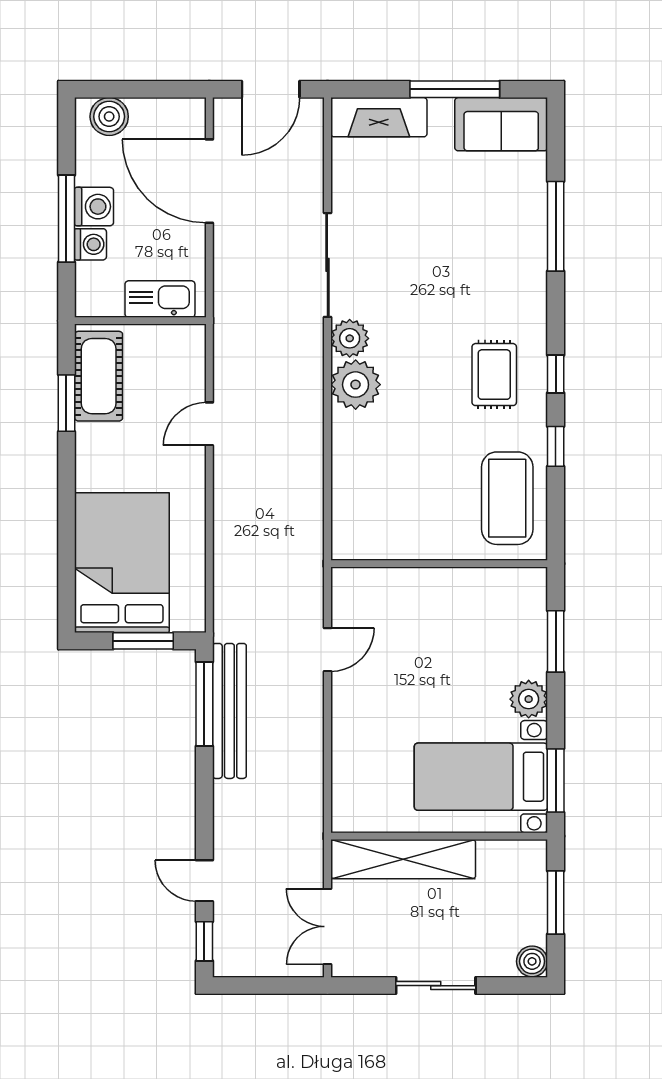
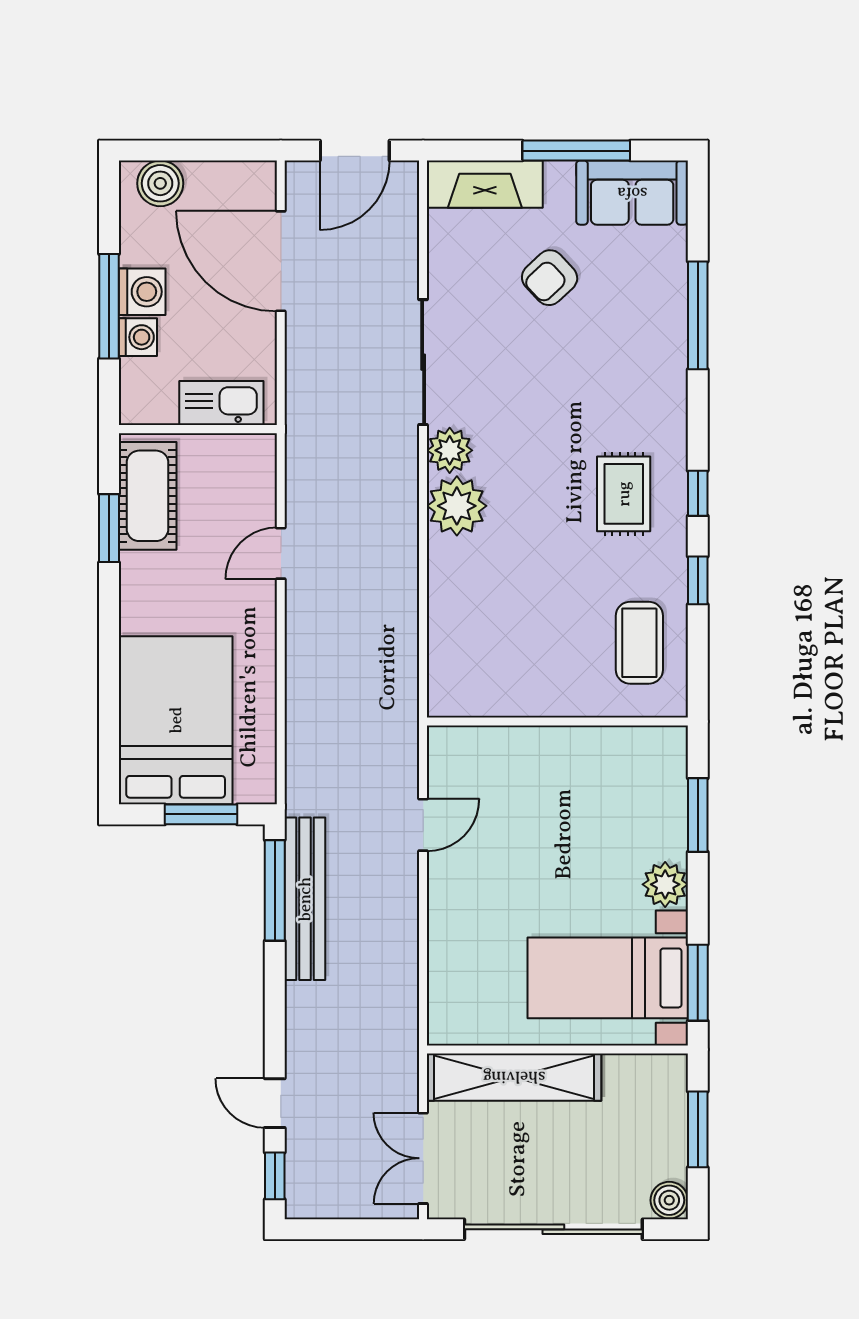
armchair: (433, 195) -> (550, 278), added
coffee table: (507, 498) -> (639, 643), width x0.73, depth x0.76
sliding door: (436, 986) -> (553, 1229), width x1.86

